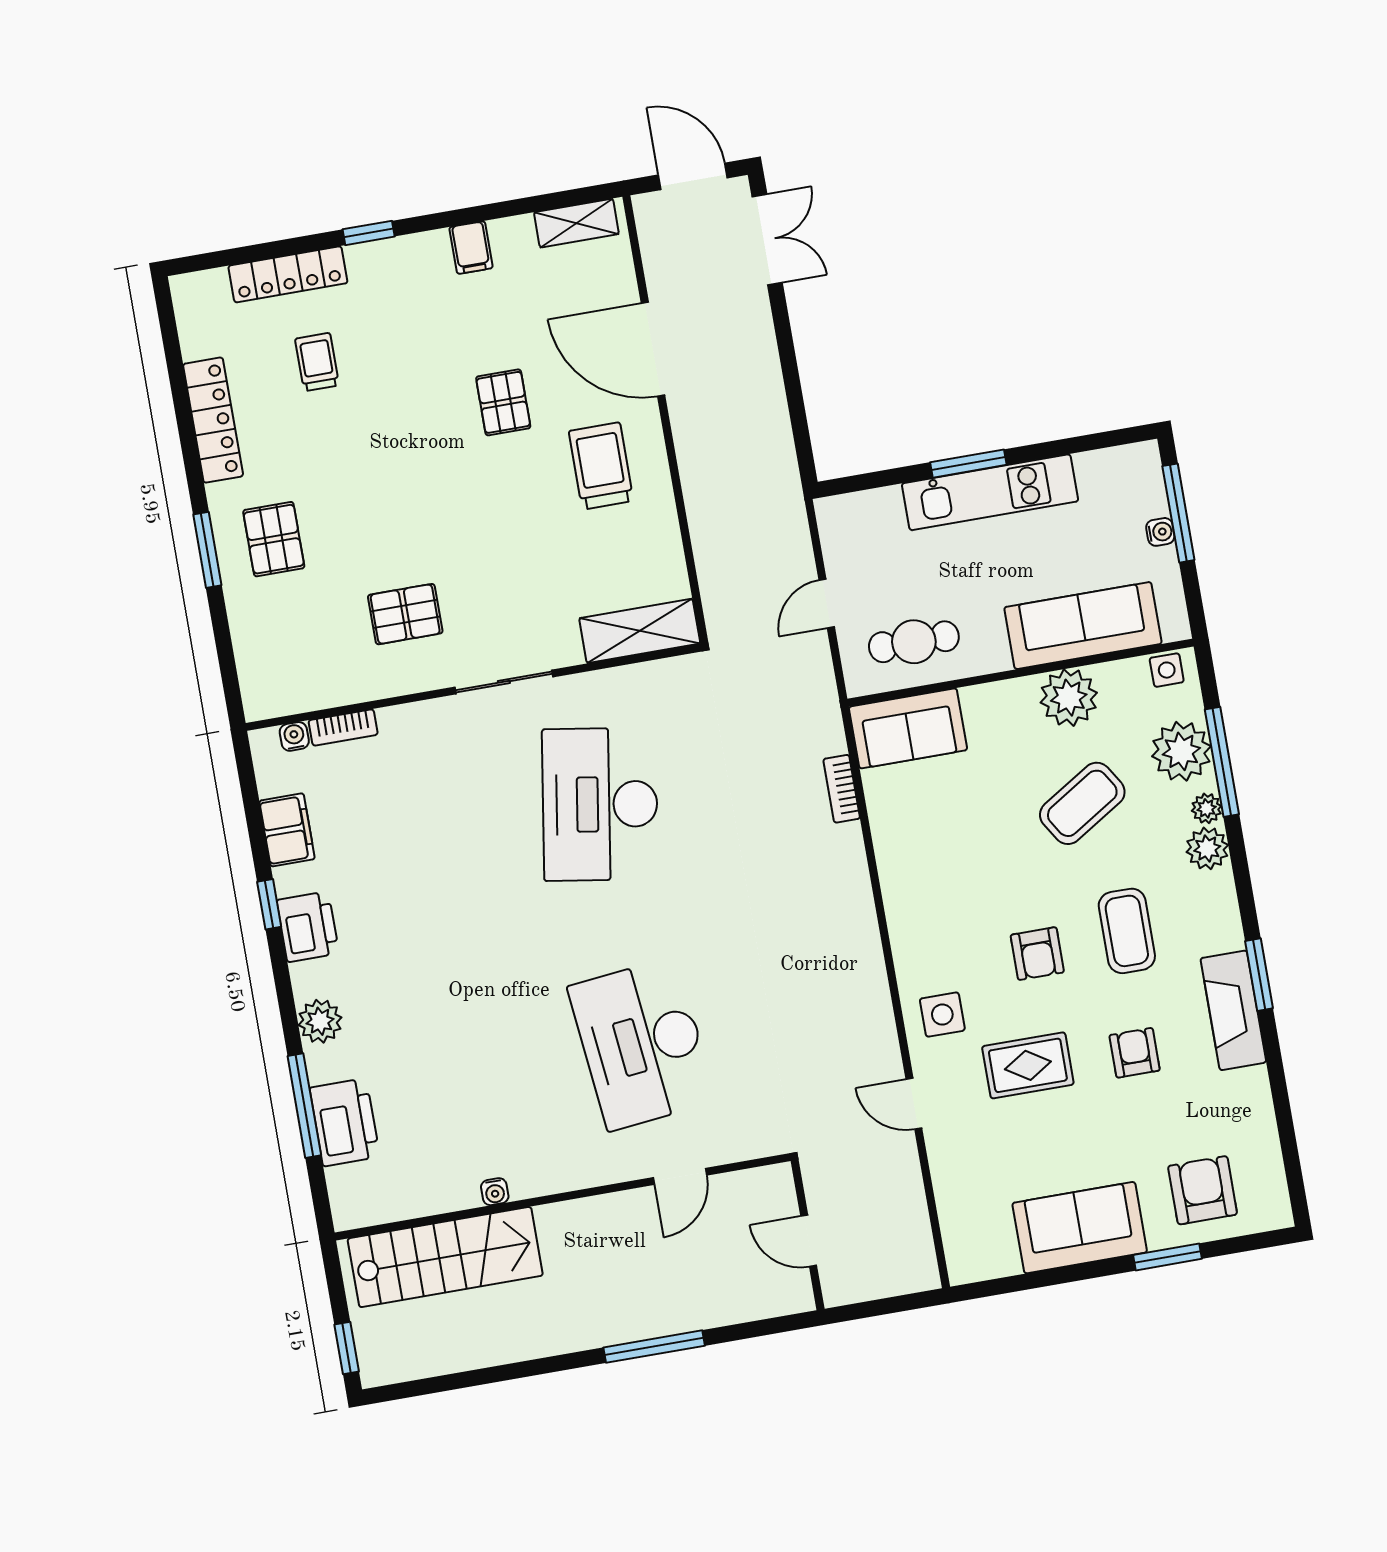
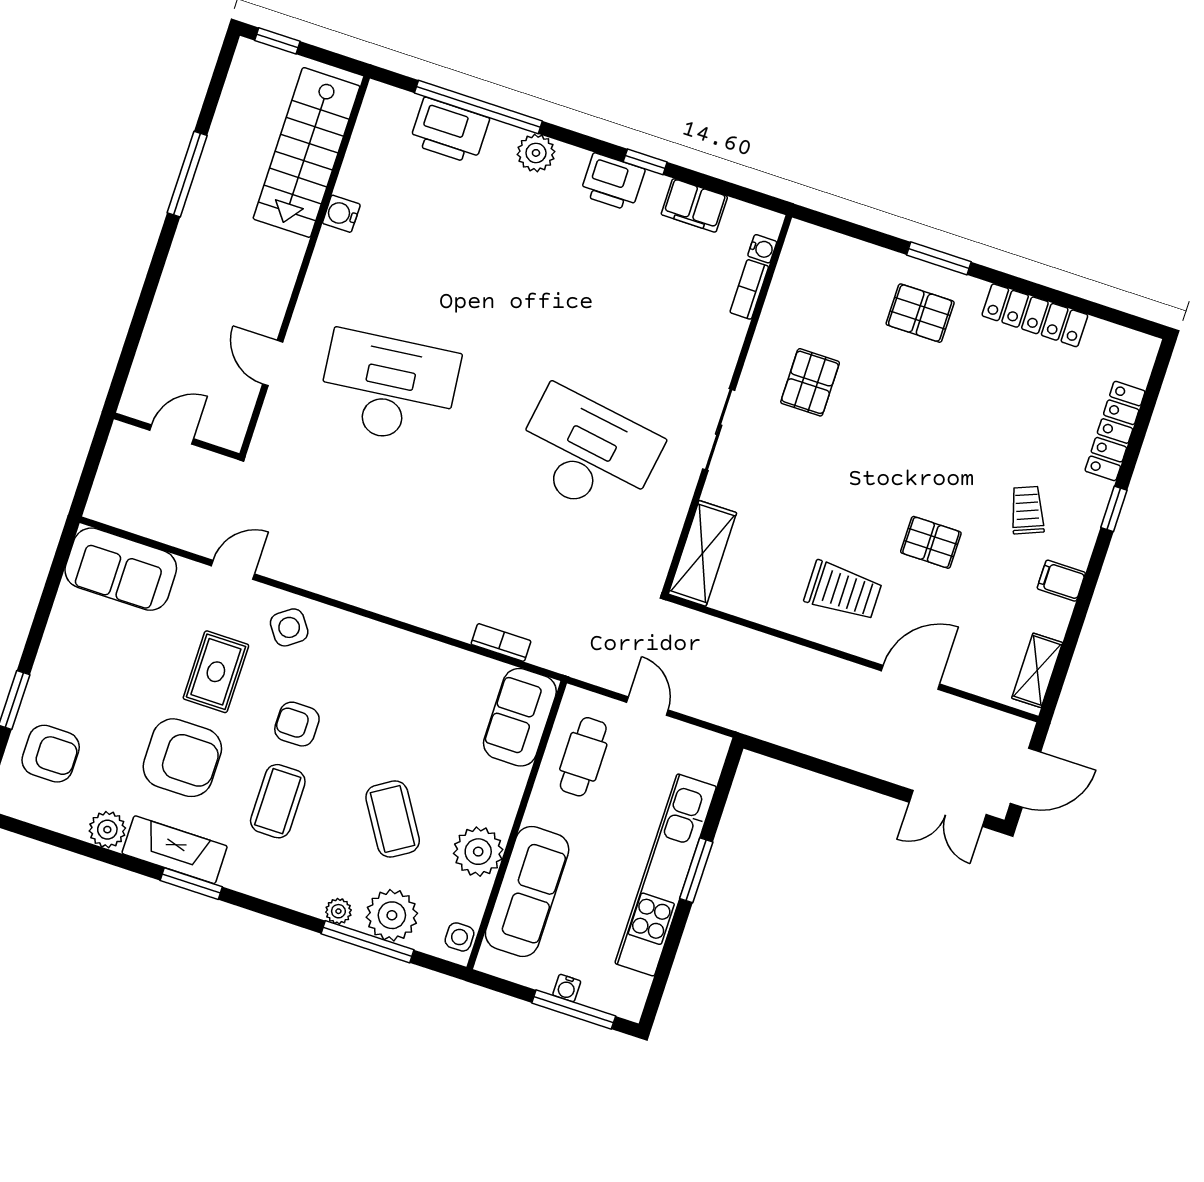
door: (653, 349) -> (911, 677), width x0.73
trolley: (317, 362) -> (1027, 510), moved, turned -112
kitchen unit: (990, 492) -> (666, 875), width x1.36
plant: (1207, 848) -> (107, 830), moved
coffee table: (1127, 931) -> (278, 801), turned 90
side table: (942, 1015) -> (289, 627), turned -36
armchair: (1135, 1053) -> (182, 758), width x1.88, depth x1.88
window: (304, 1106) -> (478, 107), width x1.46
water cooler: (495, 1192) -> (341, 214), width x1.38, depth x1.38
sofa: (1080, 1228) -> (121, 569), moved, turned 90
window: (654, 1347) -> (187, 174), moved

